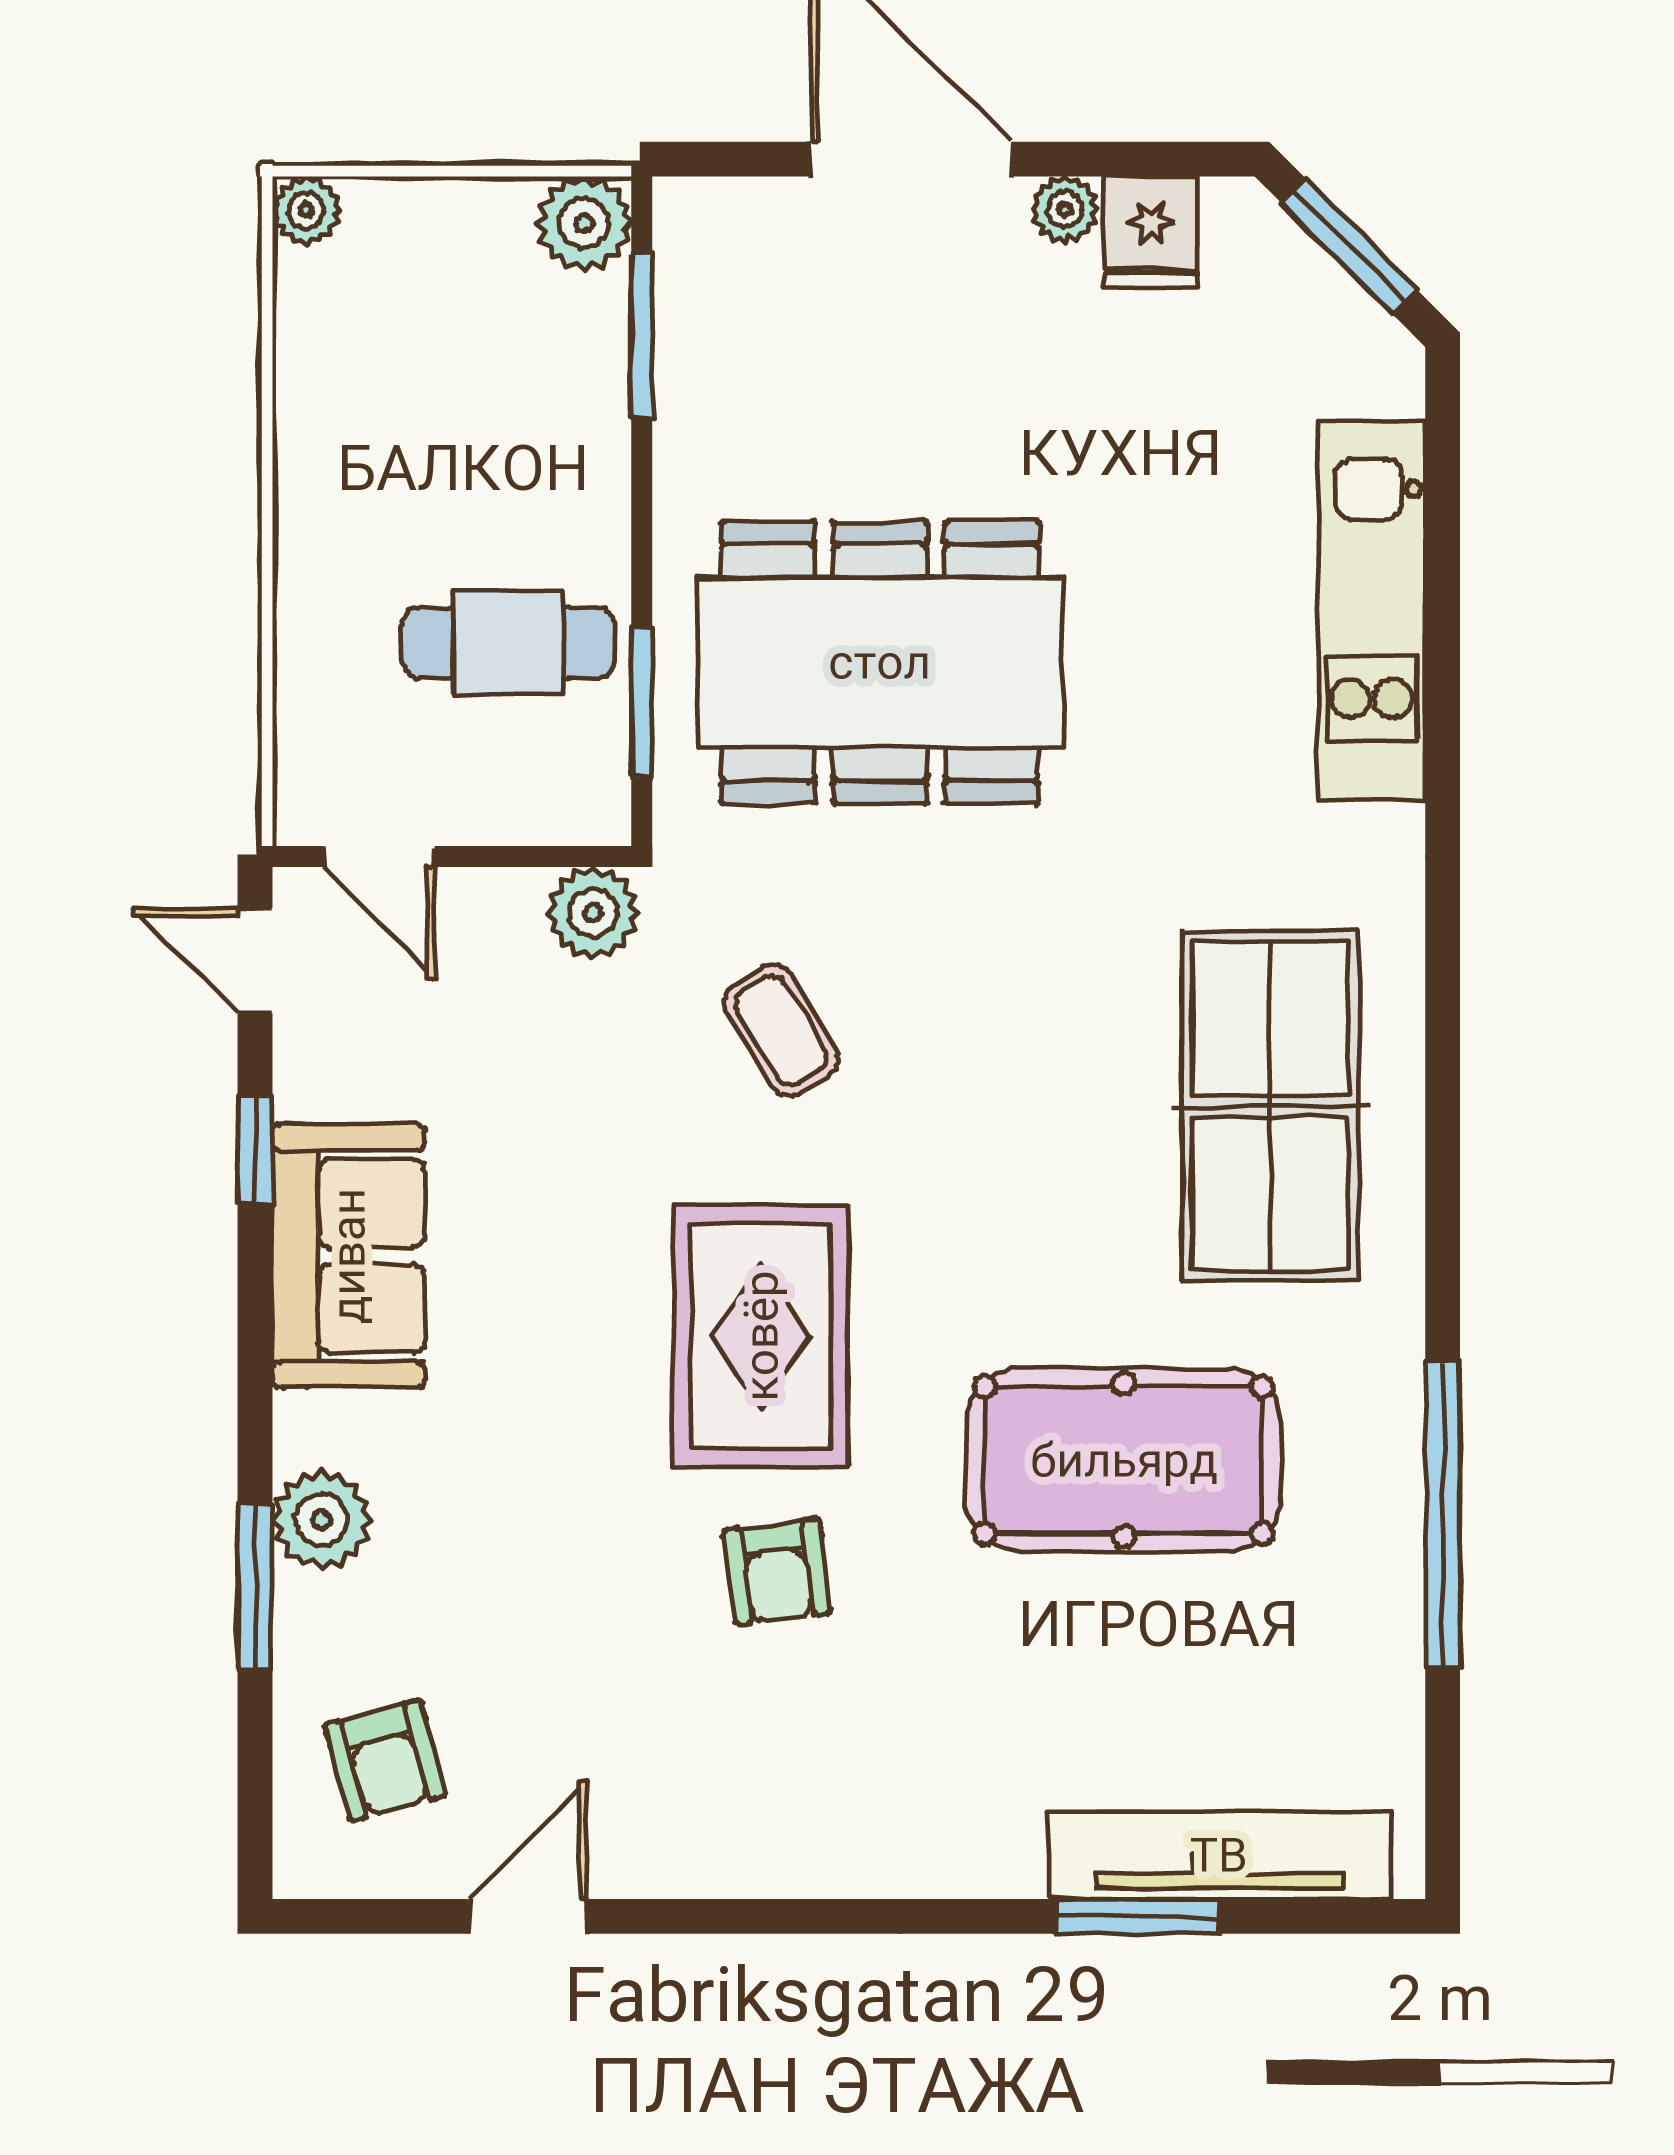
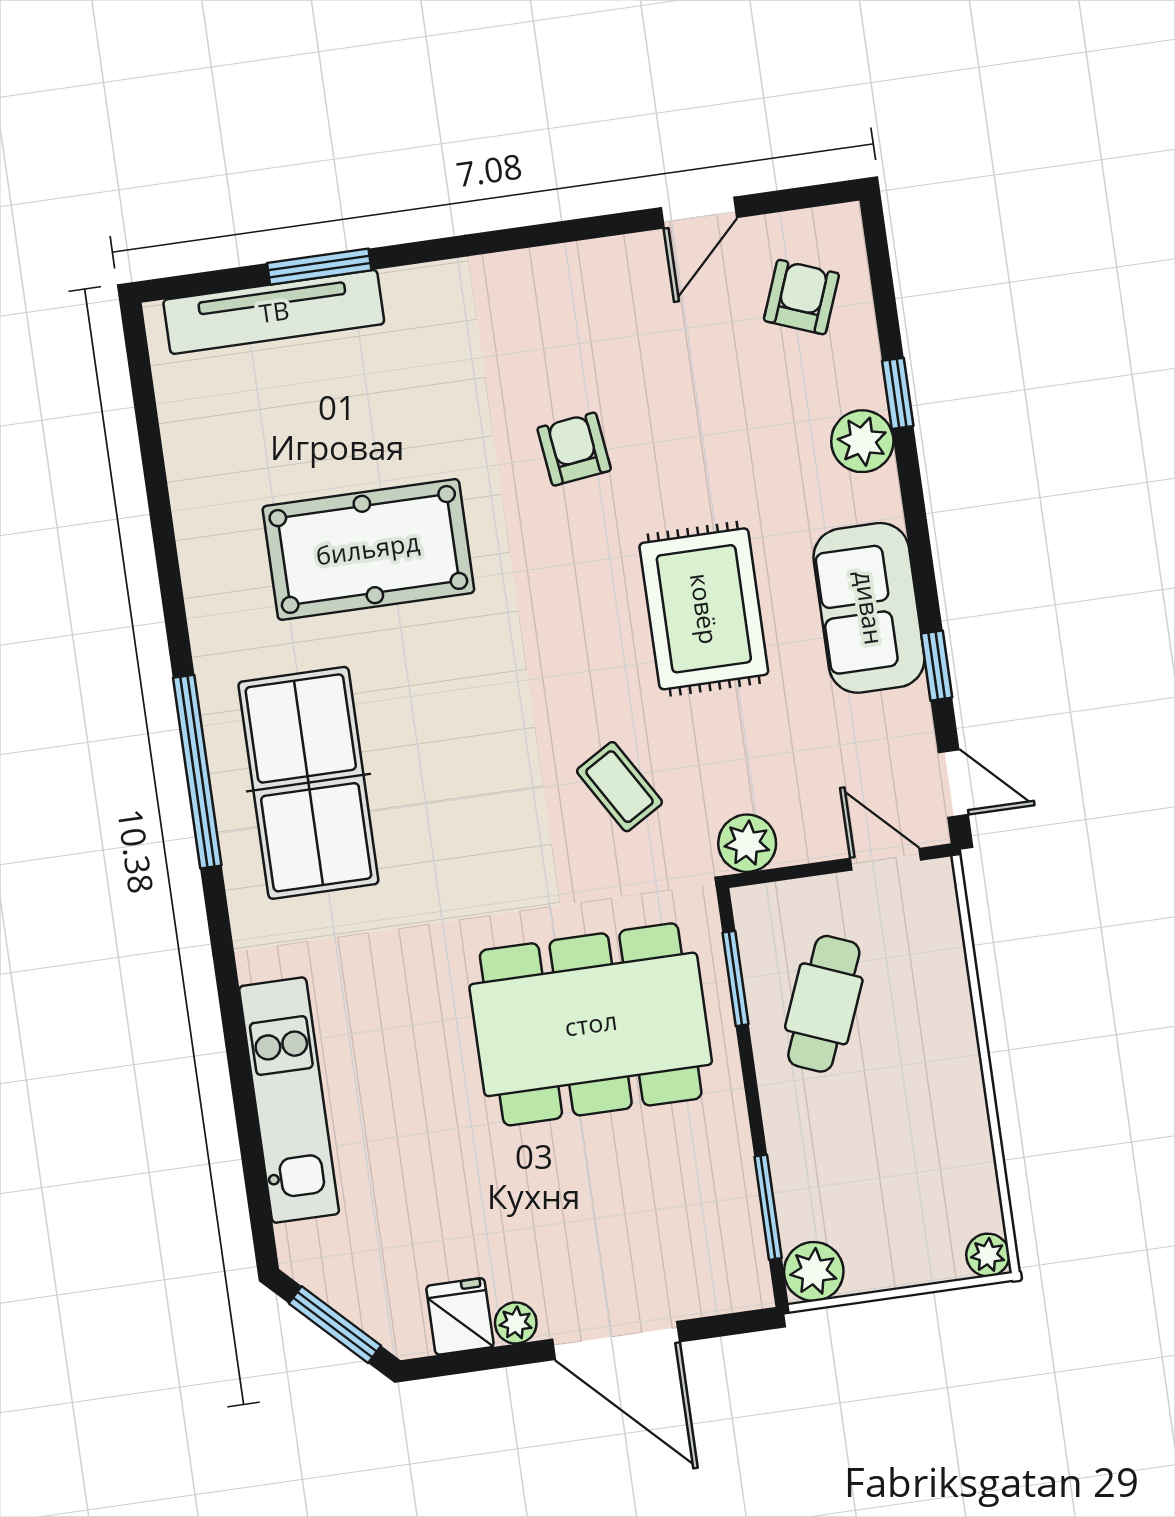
cafe table: (508, 643) -> (824, 1004), turned -68
rug: (761, 1336) -> (704, 609), moved
window: (1443, 1515) -> (197, 772), moved
window: (255, 1587) -> (898, 393), width x0.67
armchair: (385, 1760) -> (801, 297), turned 36

